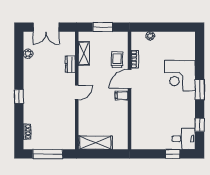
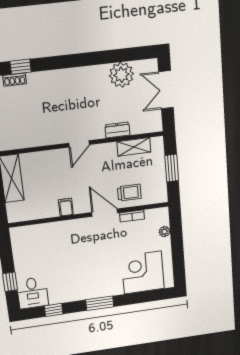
plant: (28, 54) -> (121, 75), width x1.88, depth x1.88
corner desk: (180, 76) -> (143, 272), moved
door: (77, 92) -> (79, 144), hinge flipped
filing cabinet: (122, 95) -> (66, 207), moved
window: (19, 96) -> (21, 67), moved

